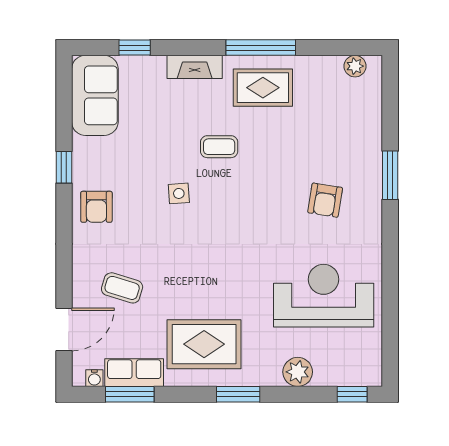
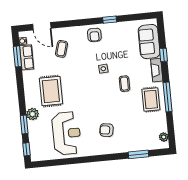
window: (135, 48) -> (163, 55), moved
sofa: (95, 95) -> (149, 42), moved, turned 90
window: (390, 175) -> (138, 154), moved
armchair: (96, 207) -> (94, 35), turned -90
rug: (204, 344) -> (51, 91), moved
plant: (298, 372) -> (33, 114), moved
window: (238, 394) -> (24, 124), moved

